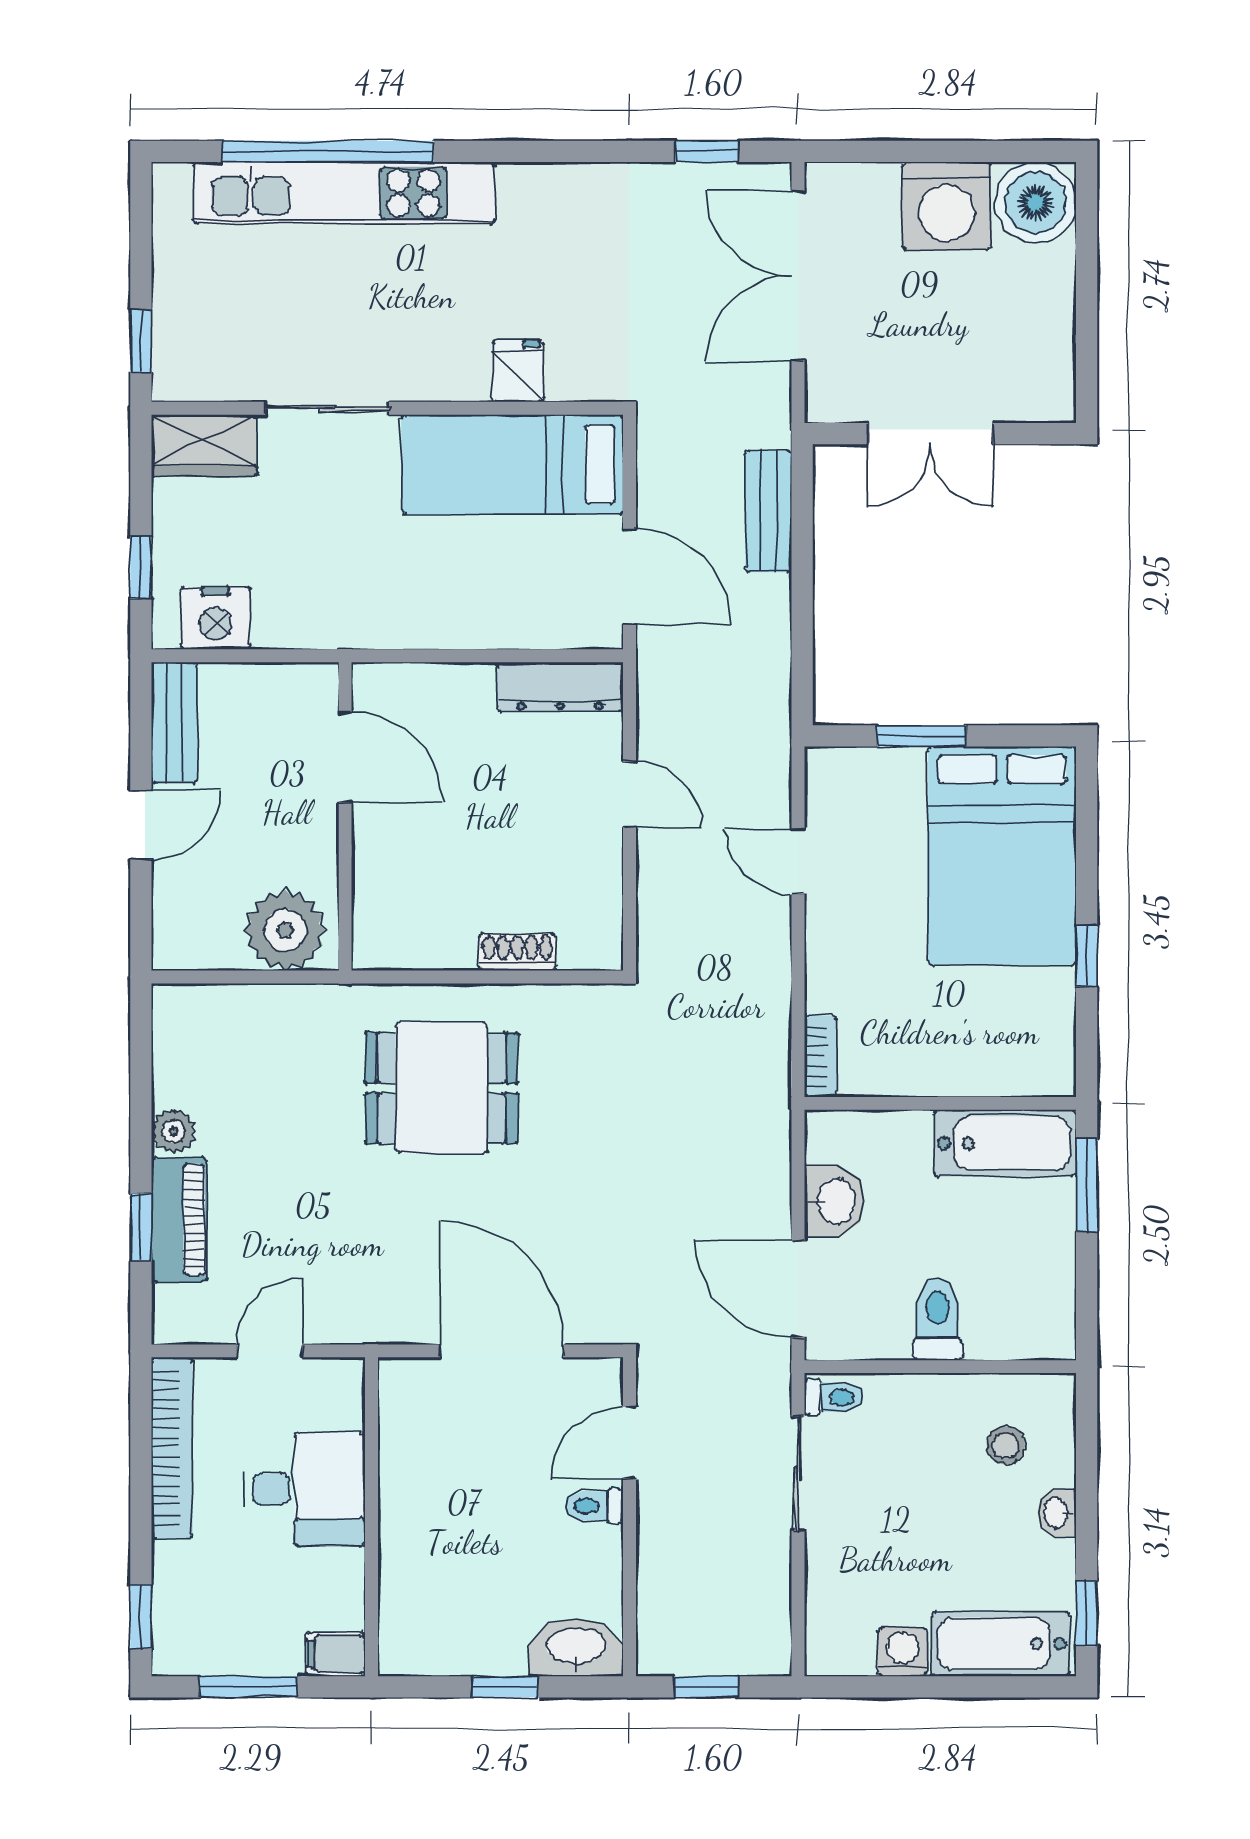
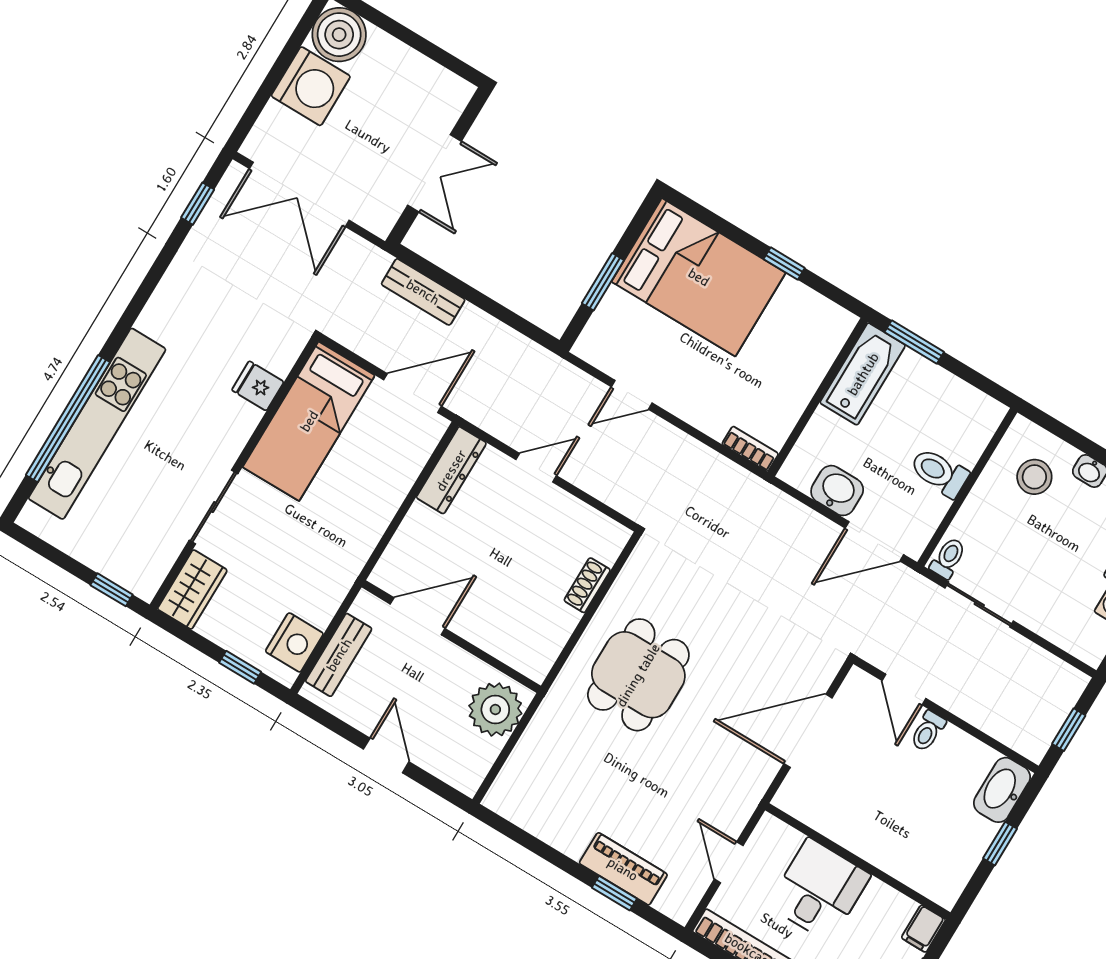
bench: (174, 723) -> (339, 655), moved, turned 90
plant: (174, 1131) -> (571, 842), removed
stool: (1006, 1445) -> (1034, 477), width x1.37, depth x1.37

